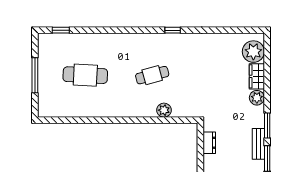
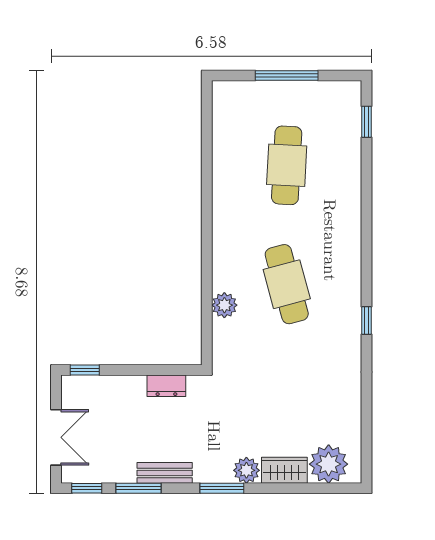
cafe table: (152, 75) -> (287, 284), width x1.37, depth x1.35
window: (267, 126) -> (222, 488), moved

